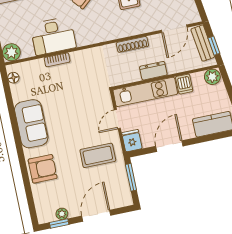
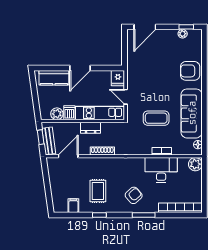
plant: (212, 77) -> (57, 114), moved
door: (117, 119) -> (126, 97), swing flipped
sofa: (31, 124) -> (192, 113), width x1.36
door: (169, 146) -> (80, 68), moved
coffee table: (98, 155) -> (156, 118), moved
window: (131, 177) -> (124, 51), removed
door: (96, 216) -> (145, 27), moved

